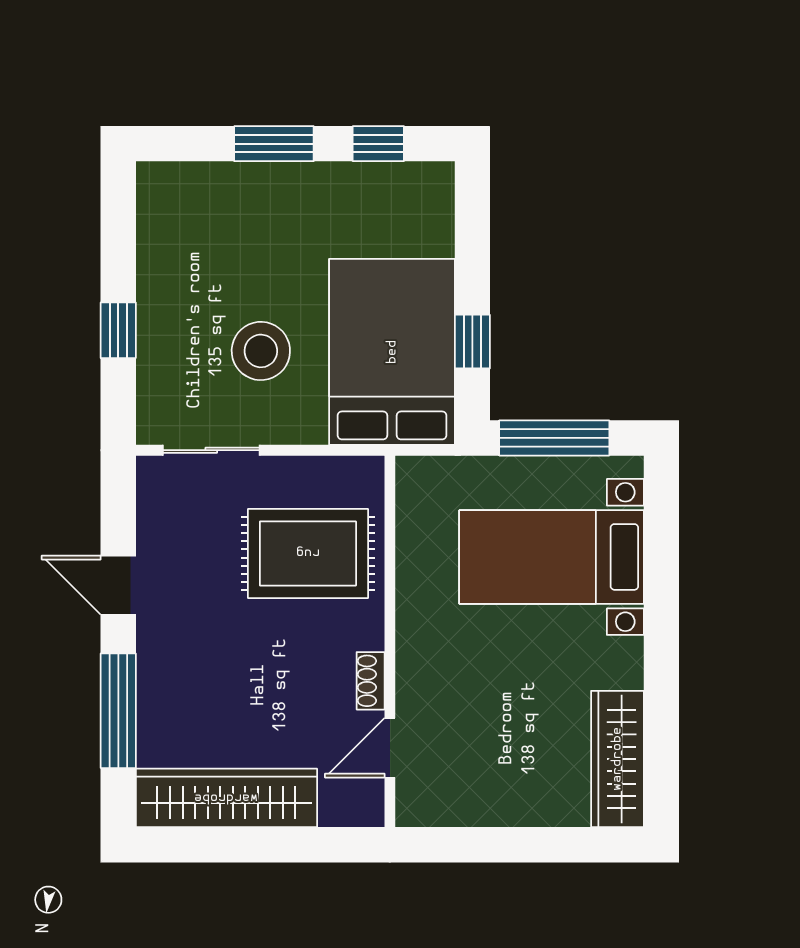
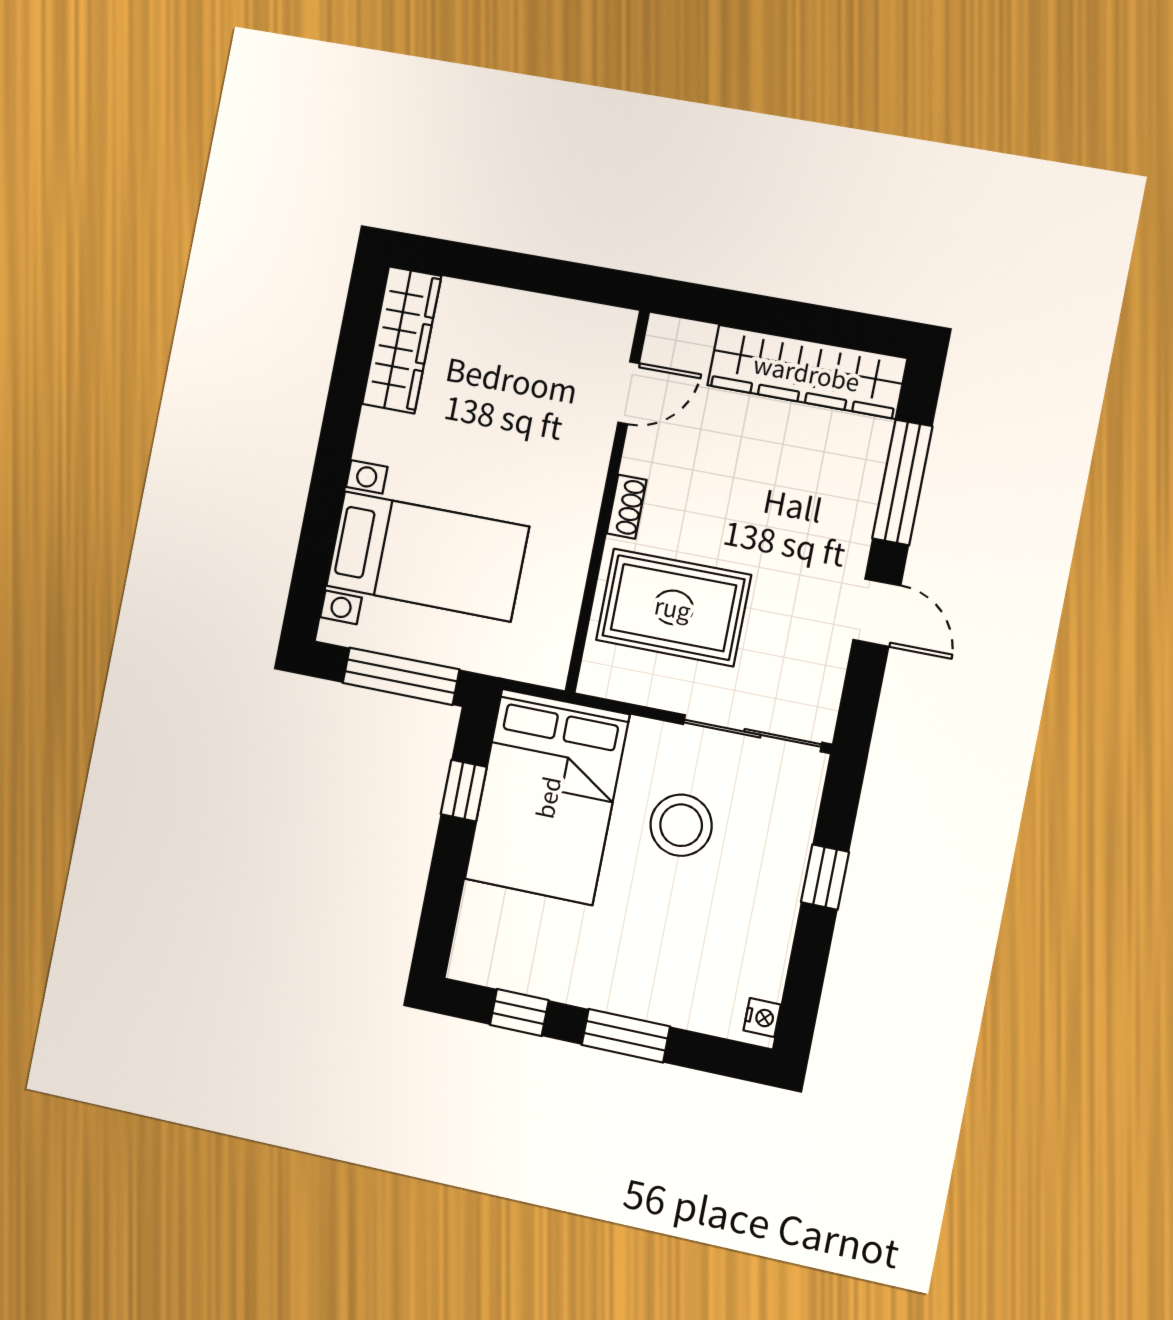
nightstand: (151, 188) -> (762, 1018), added
sliding door: (211, 450) -> (752, 733), width x1.37
shoe rack: (371, 681) -> (627, 507), moved

